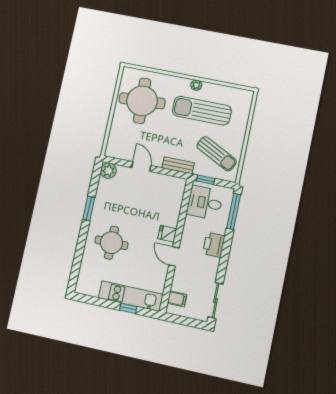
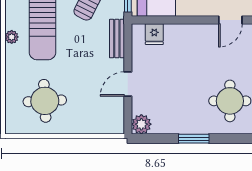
round table: (142, 101) -> (45, 101), width x0.73, depth x0.73
fridge: (167, 234) -> (154, 34), moved

